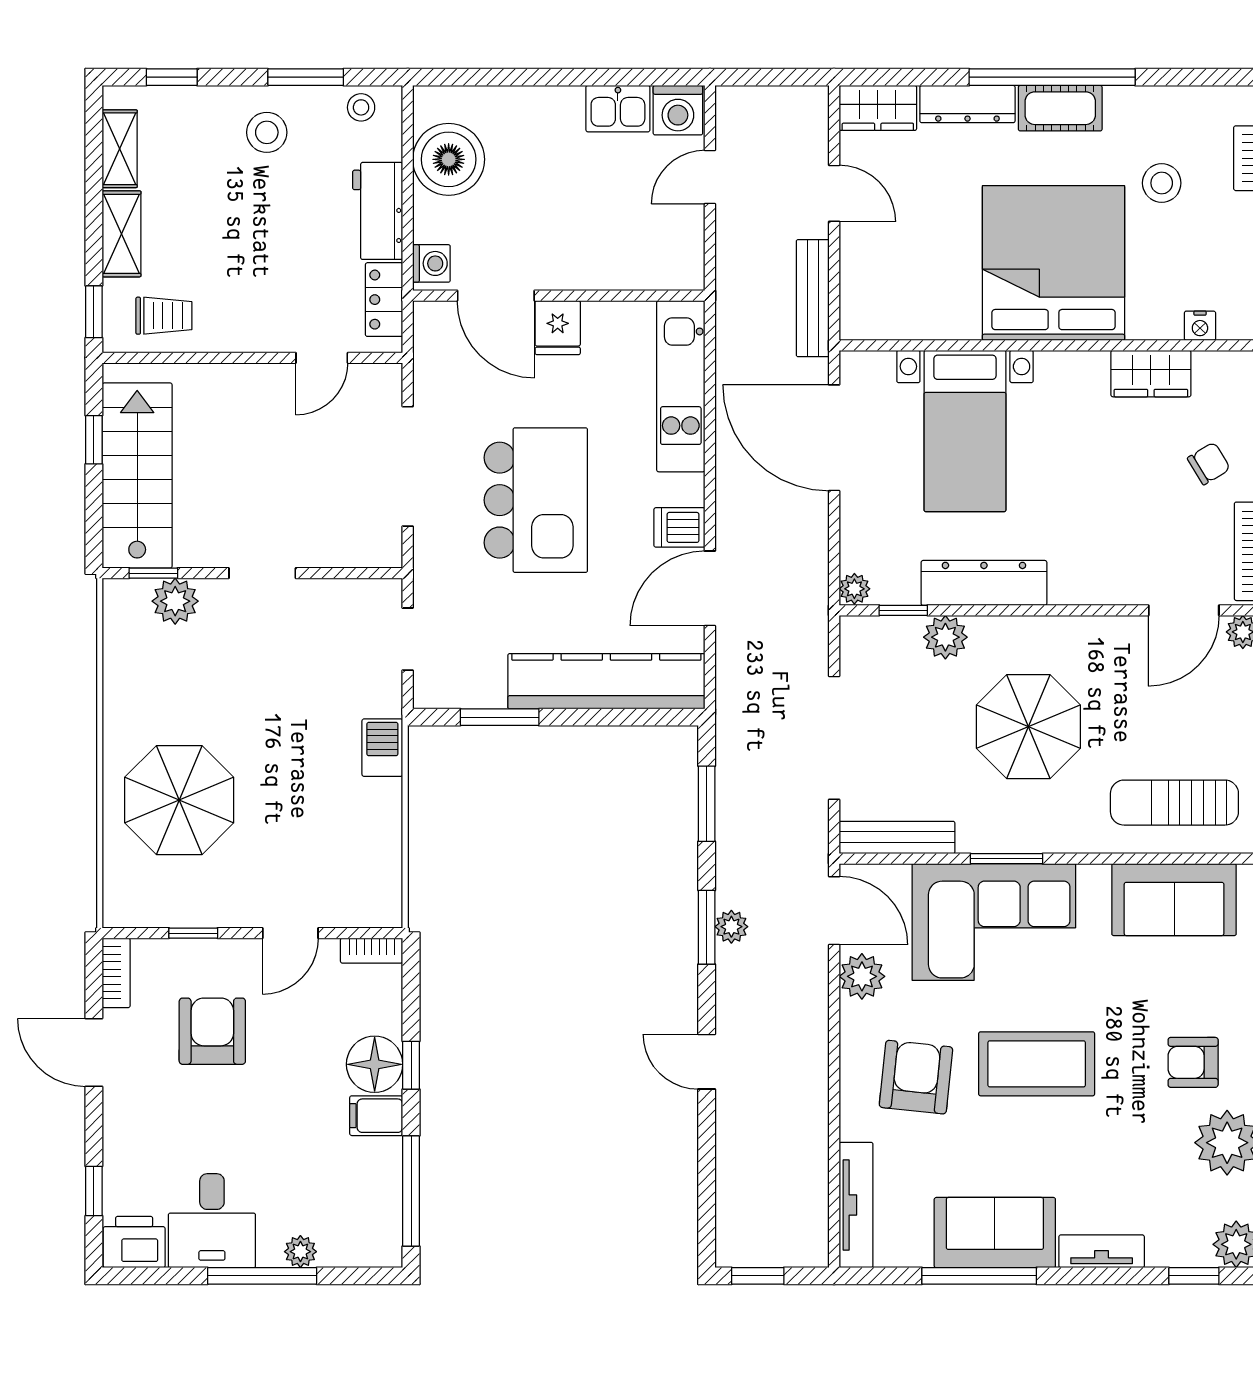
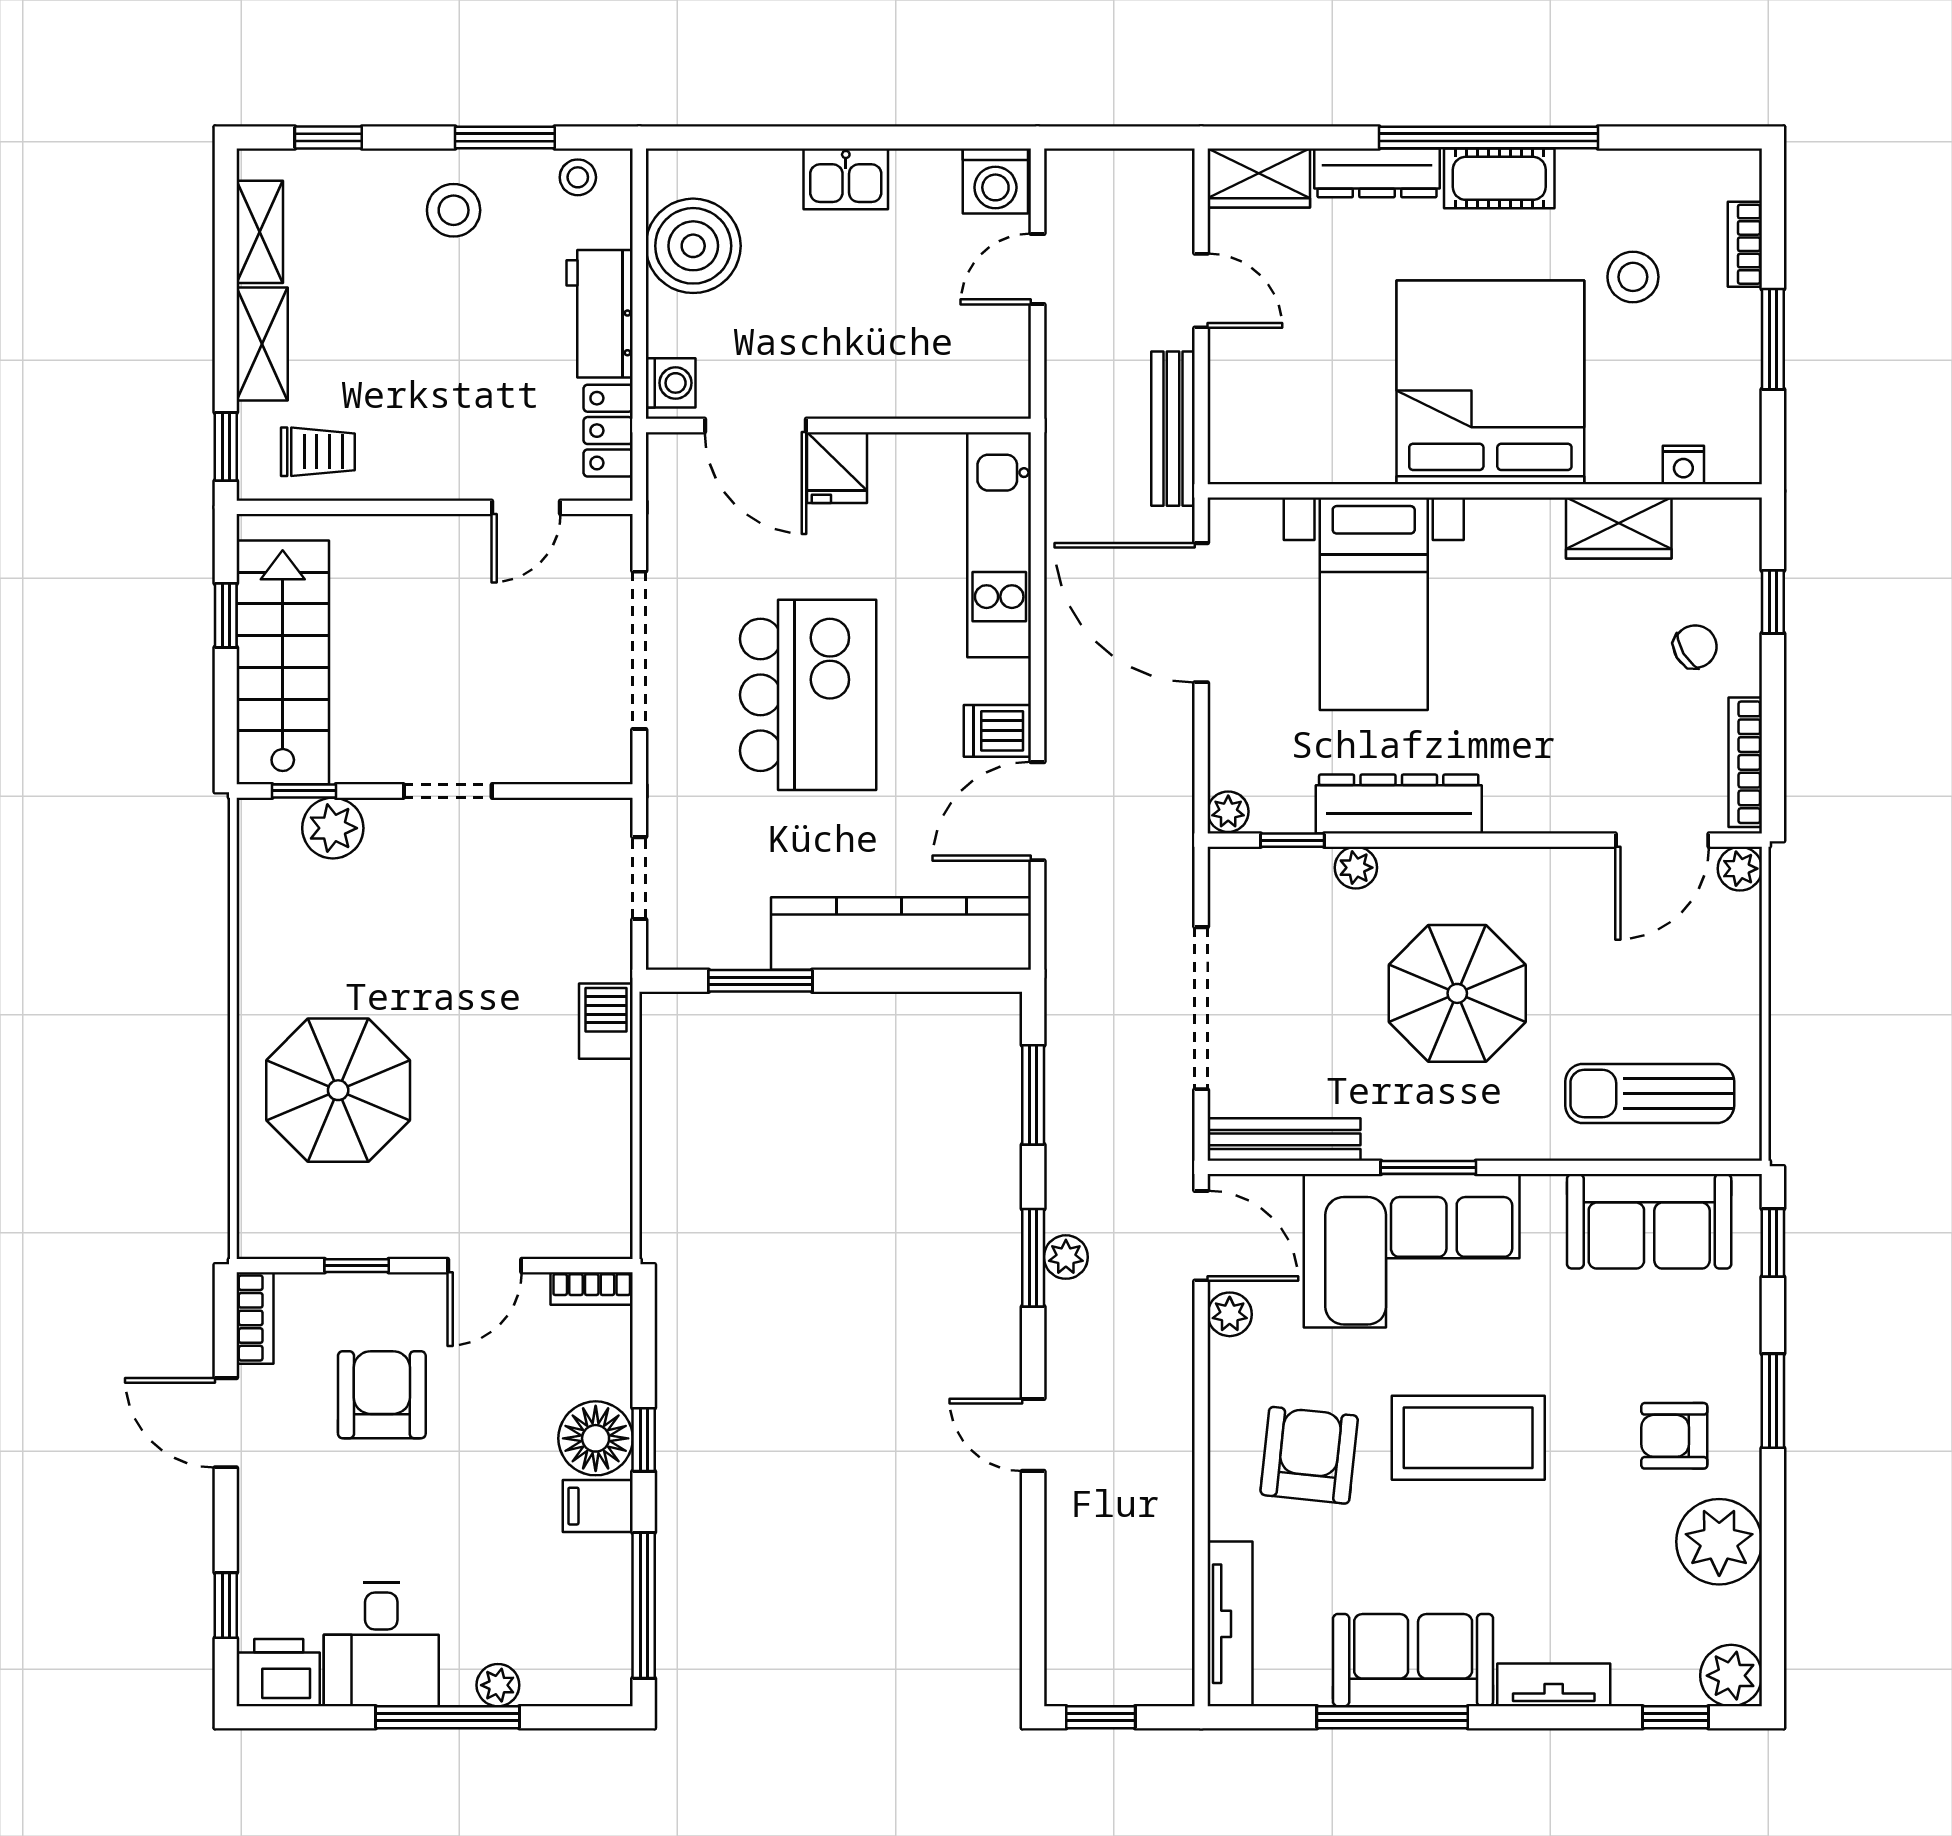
kitchen sink: (618, 109) -> (846, 179), moved
plant: (945, 637) -> (1356, 868), width x0.73, depth x0.73
plant: (862, 976) -> (1230, 1314), width x0.73, depth x0.73

